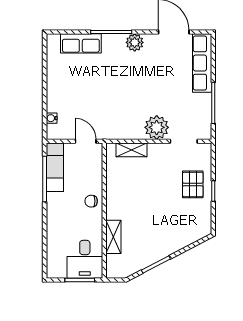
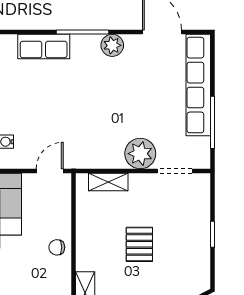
row of seats: (202, 63) -> (198, 85), width x1.36
door: (86, 141) -> (50, 171), hinge flipped
pallet: (193, 184) -> (139, 244), moved

